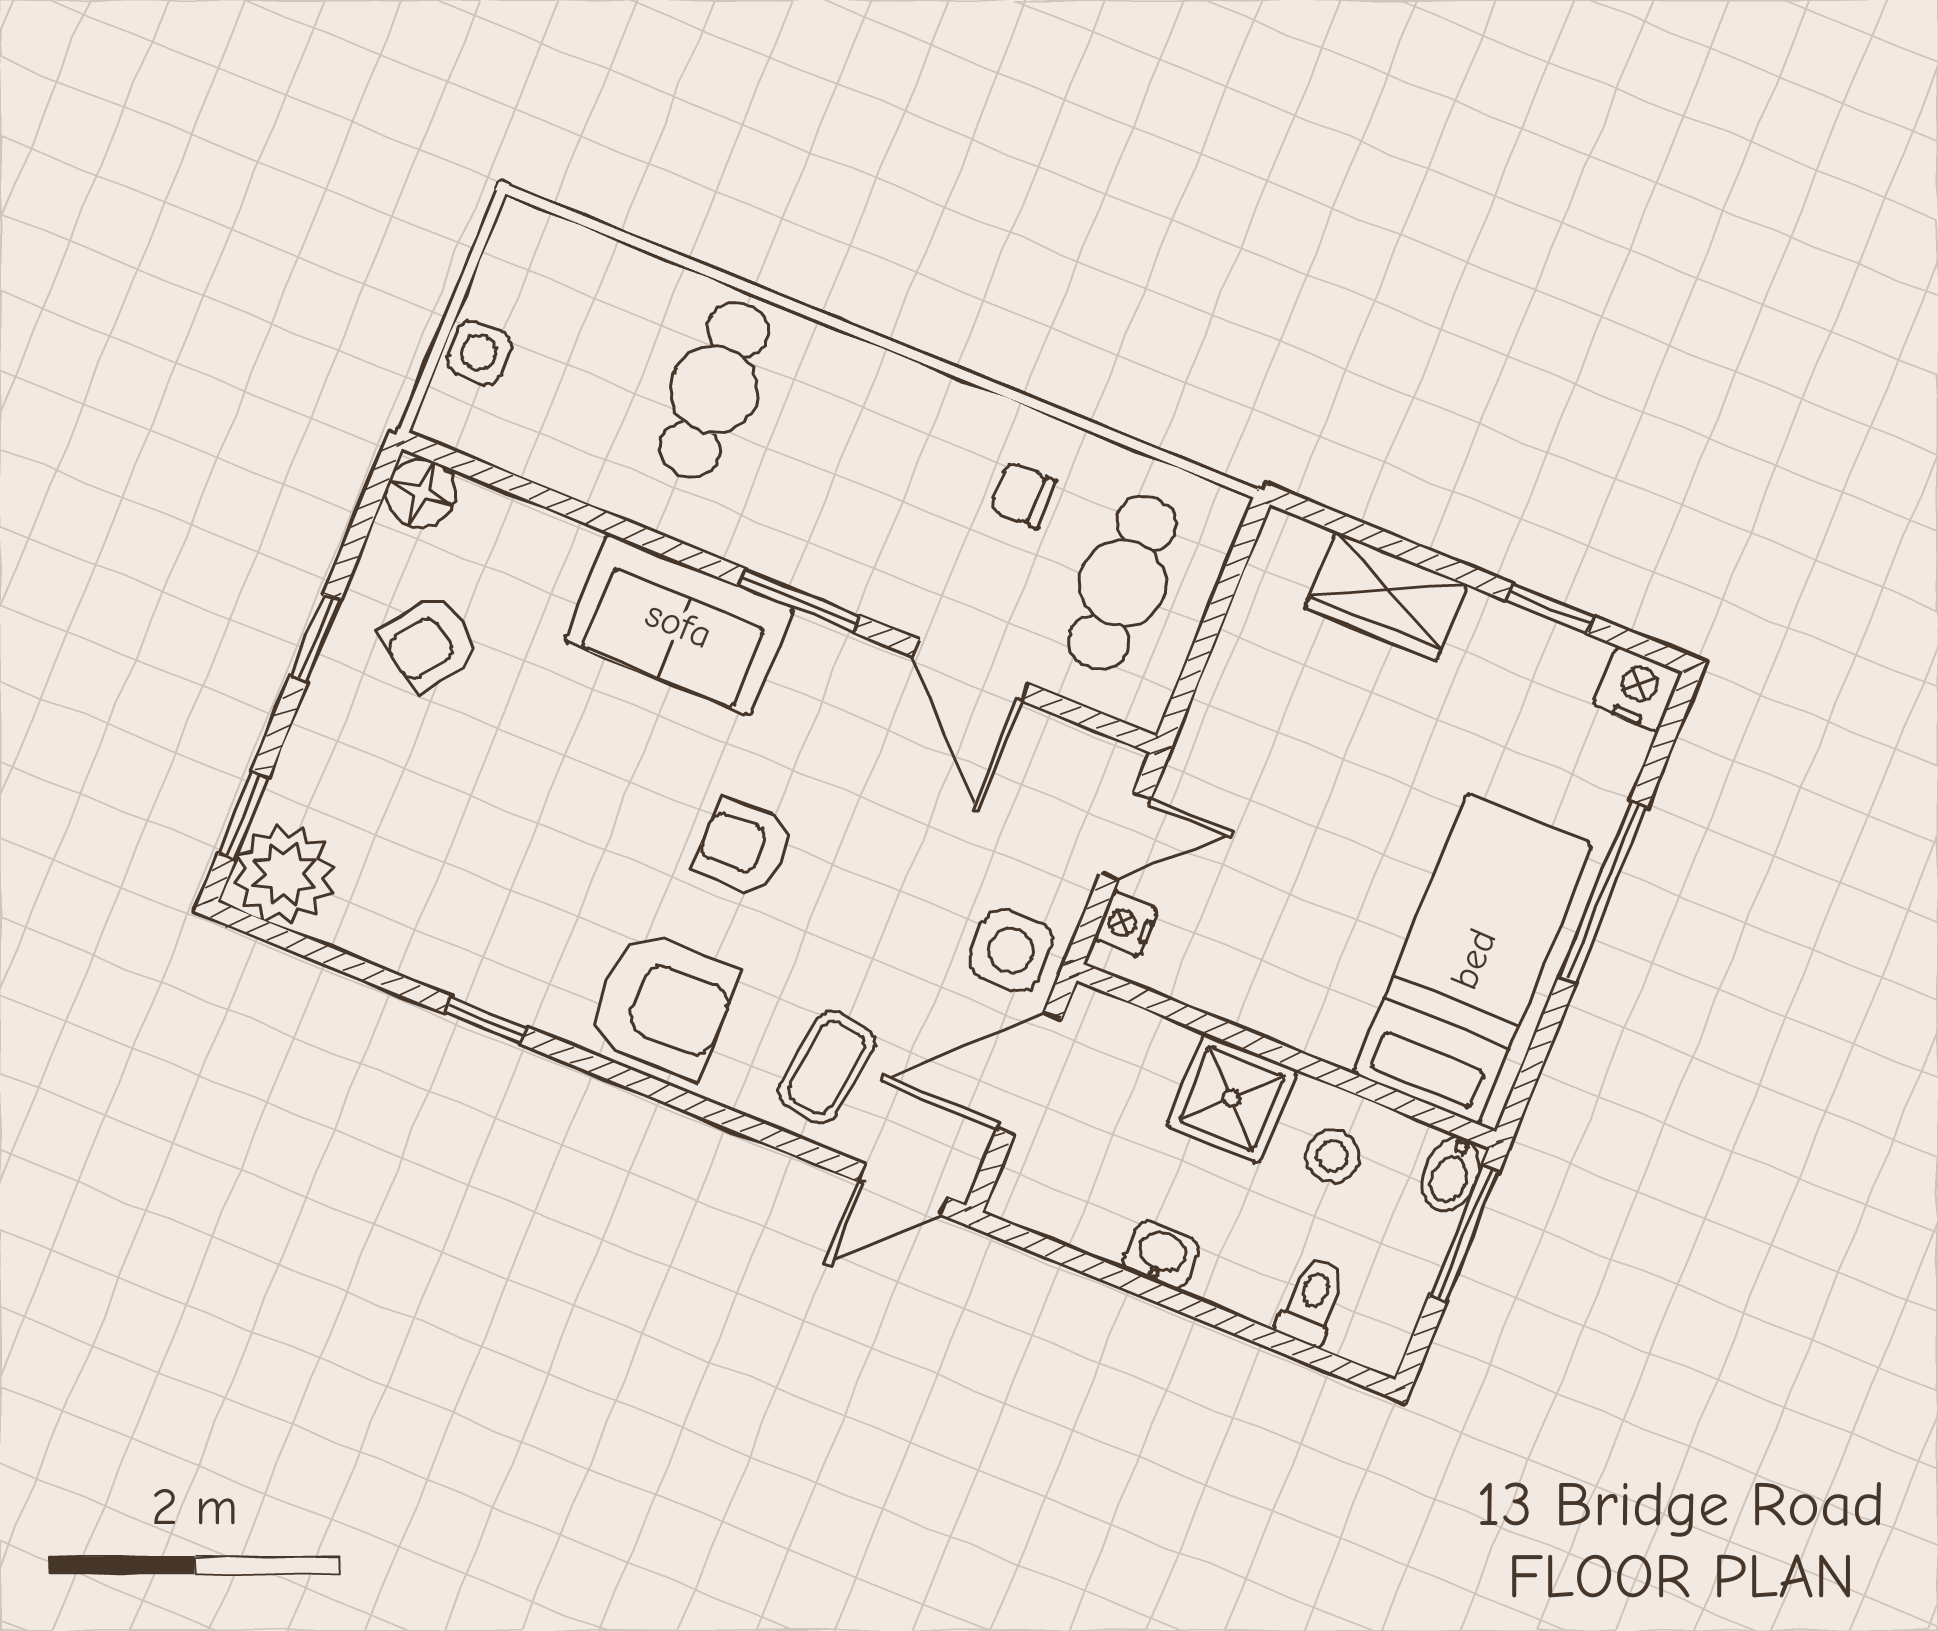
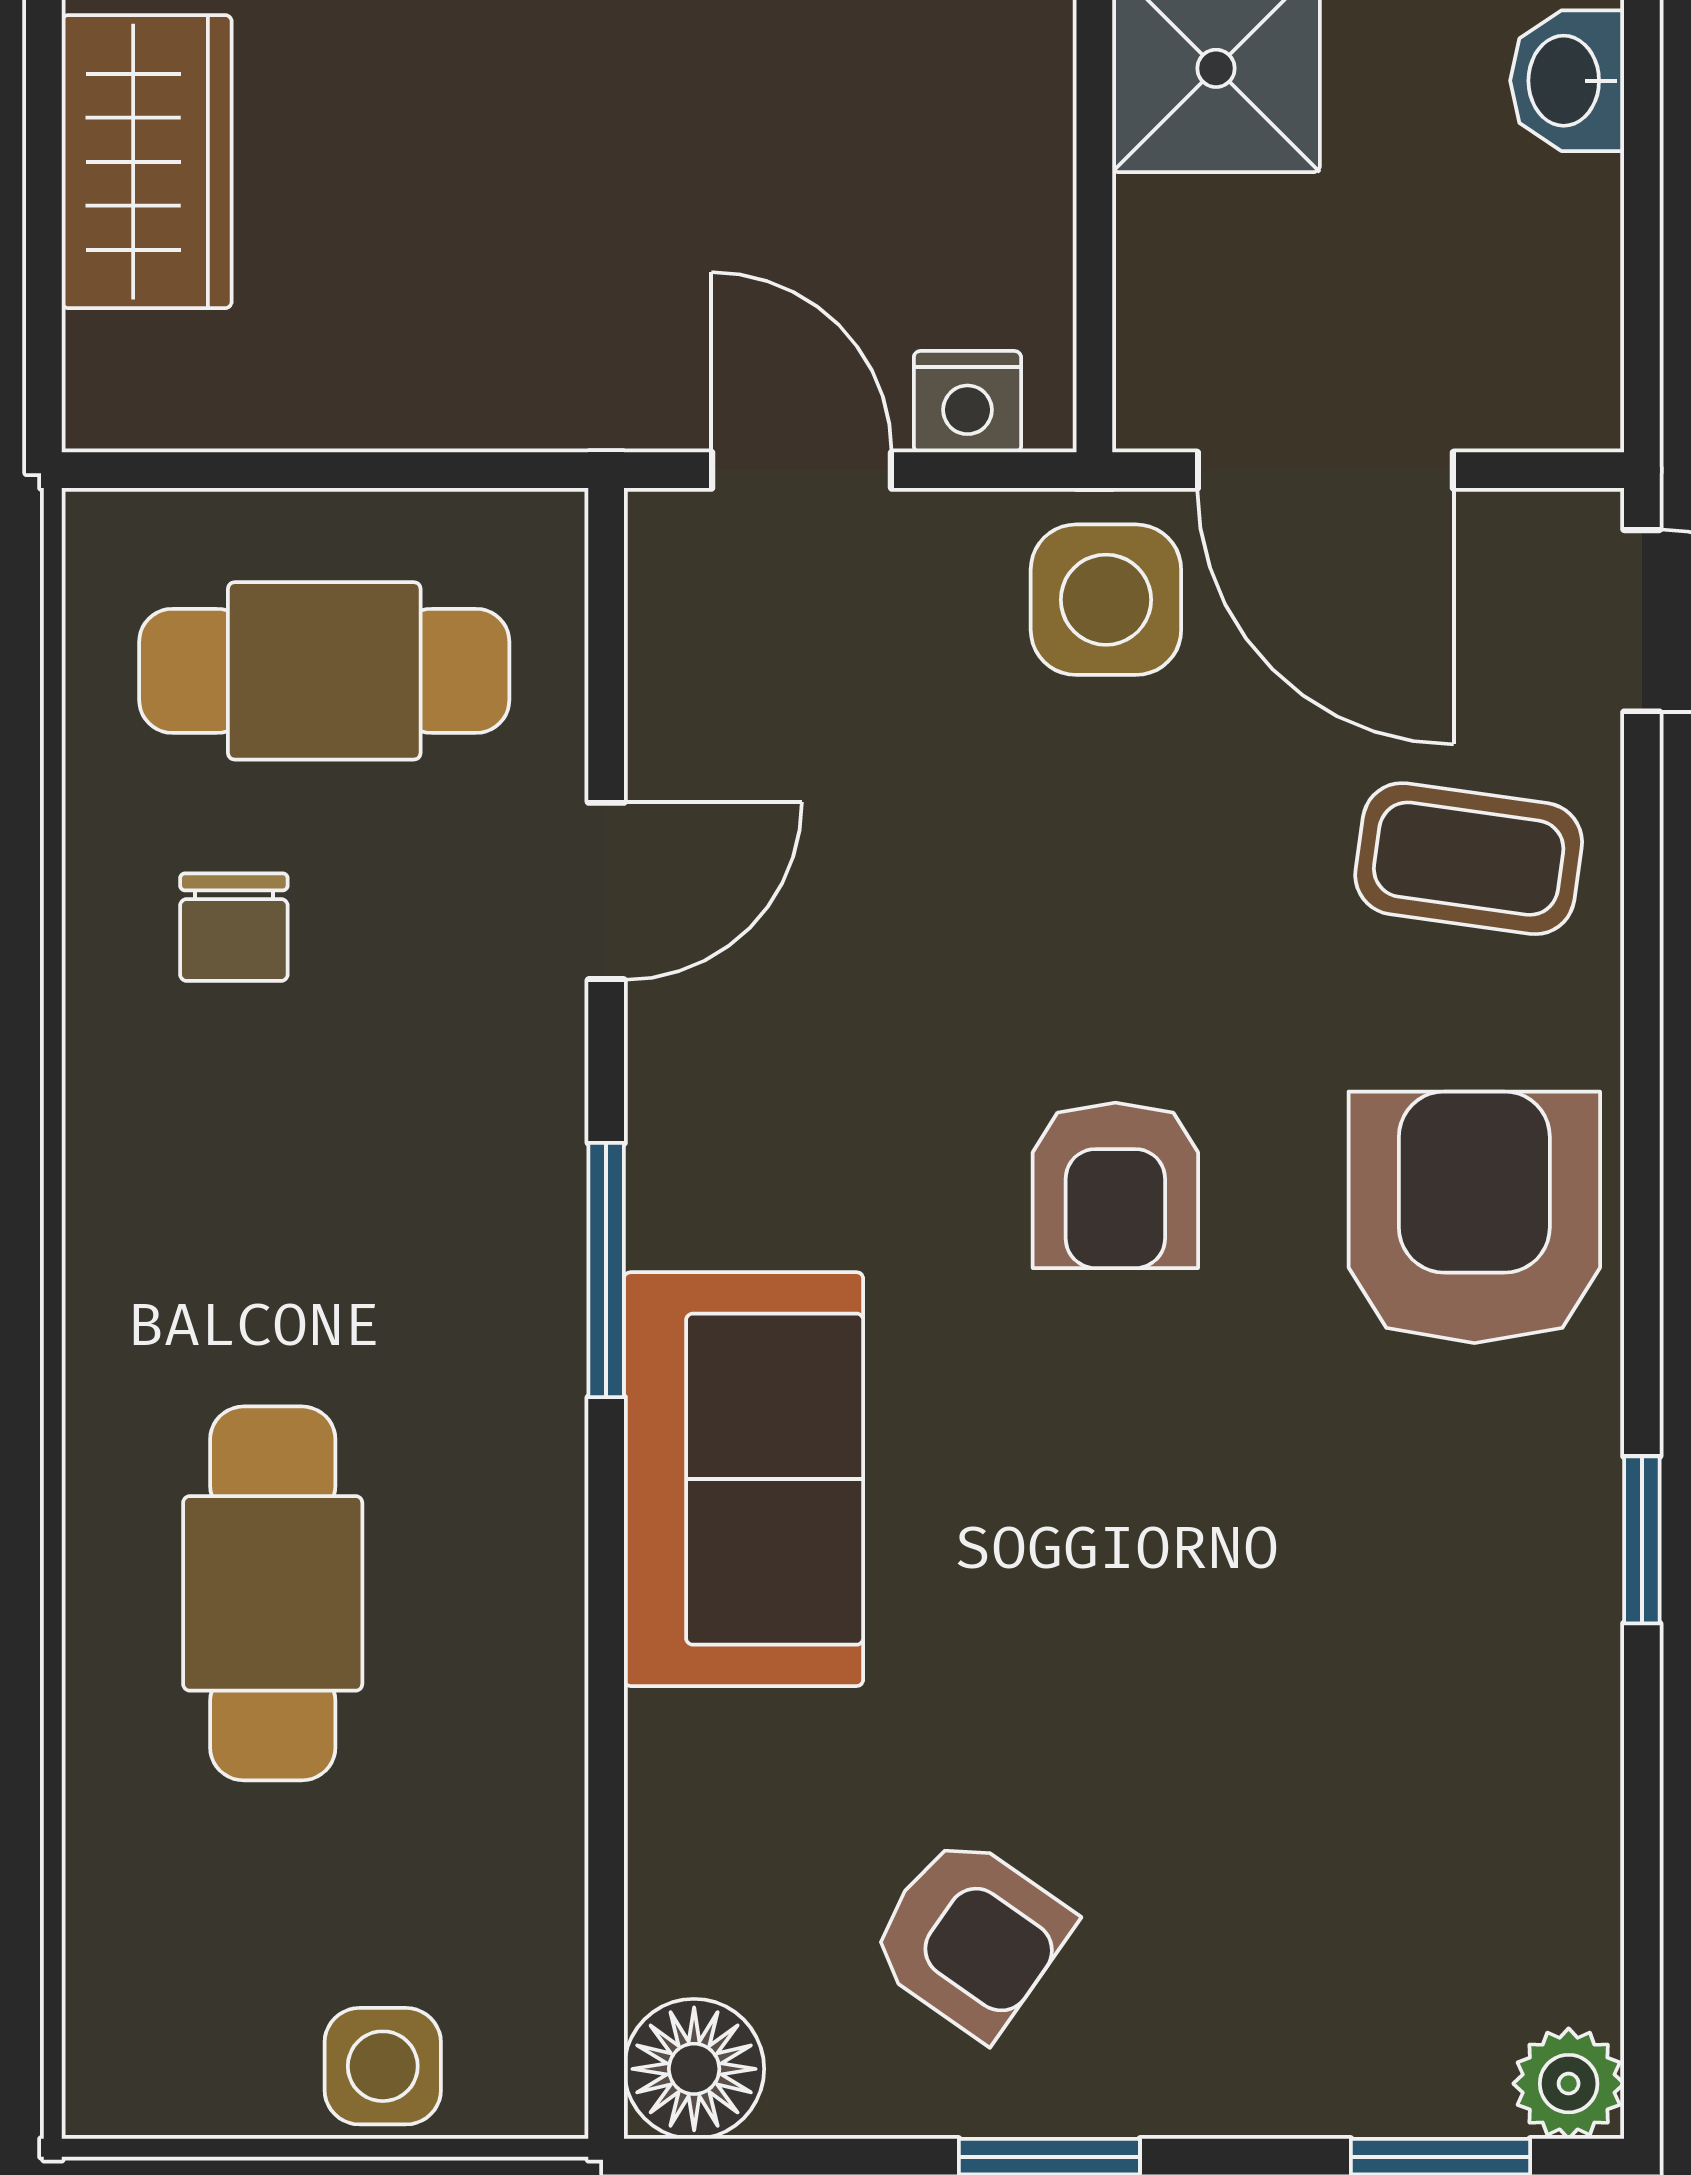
cafe table: (714, 390) -> (273, 1593), turned 90
door: (971, 670) -> (606, 891), width x0.73
plant: (284, 874) -> (1569, 2084), width x0.53, depth x0.53

